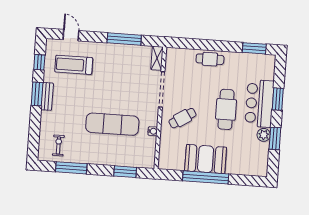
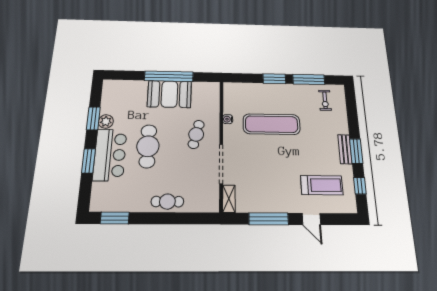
door: (71, 35) -> (311, 219), moved
cafe table: (182, 118) -> (196, 134), turned -43
window: (125, 172) -> (274, 79), moved

